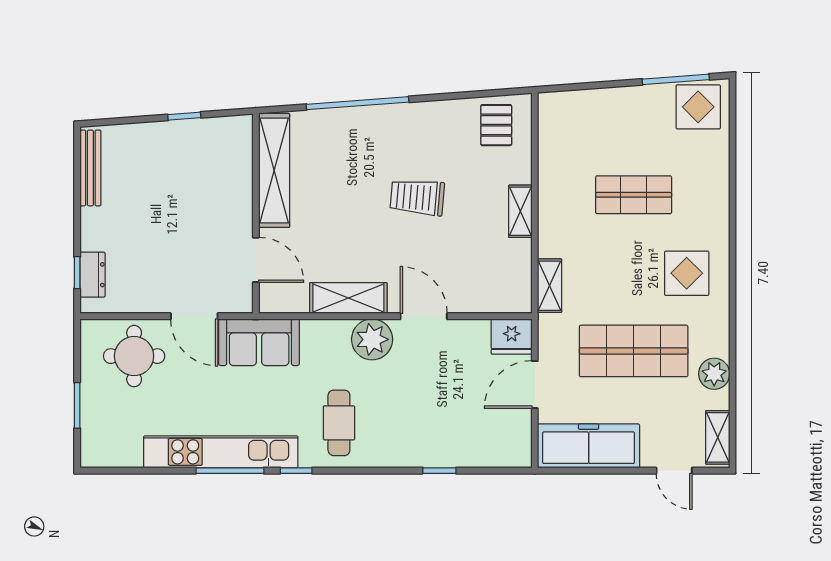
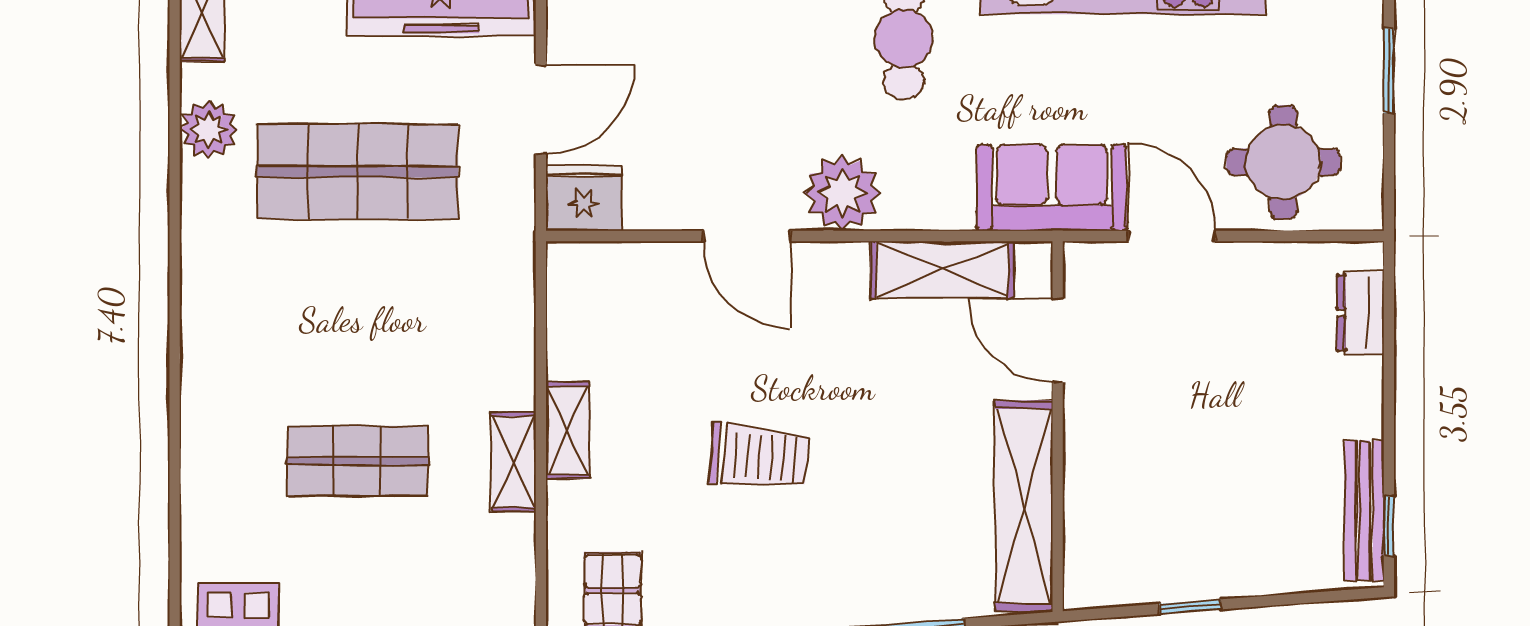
window: (77, 273) -> (1389, 526), moved
display table: (687, 273) -> (259, 316), removed
shelving: (550, 286) -> (514, 462), moved
shelving: (348, 298) -> (942, 270), moved

